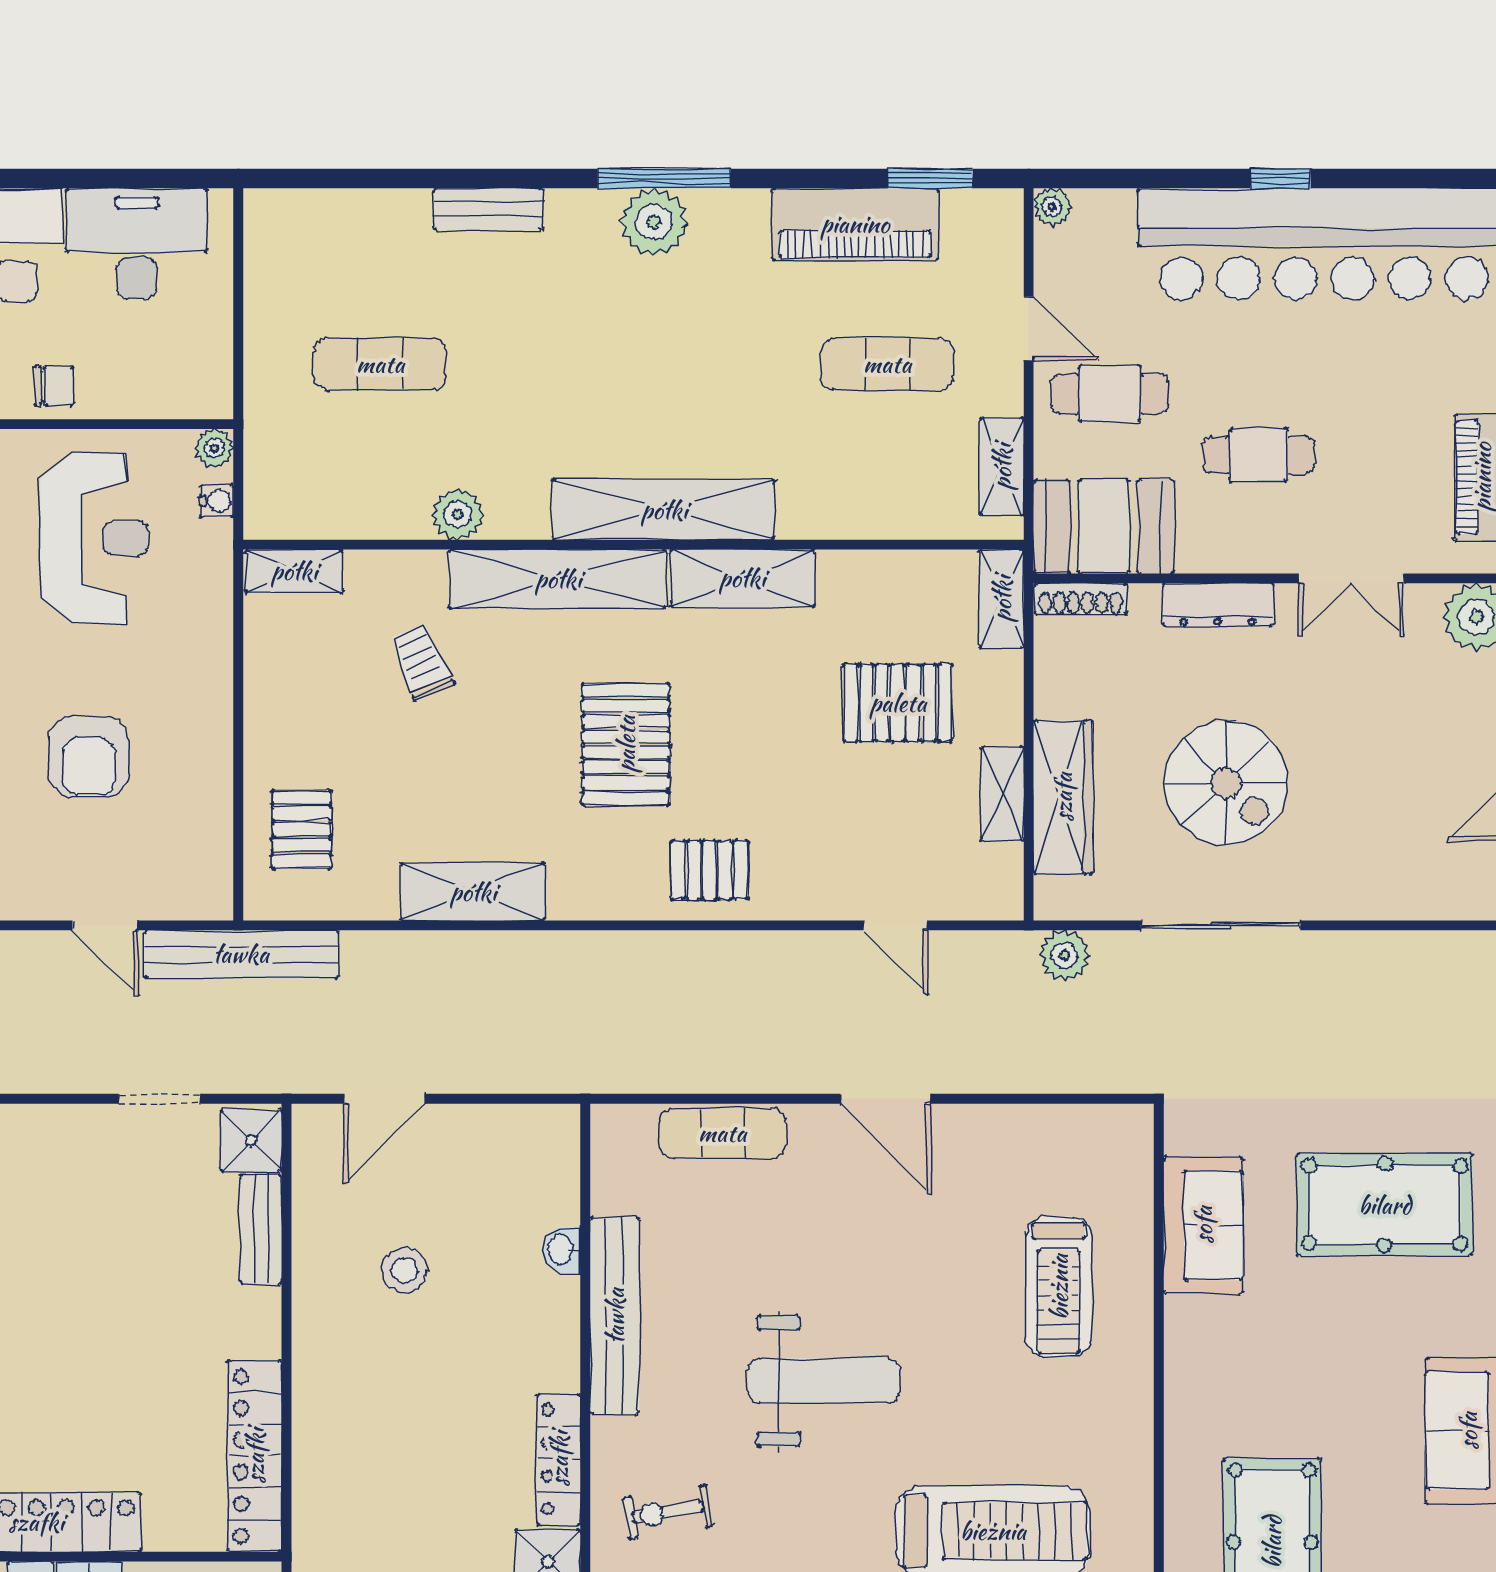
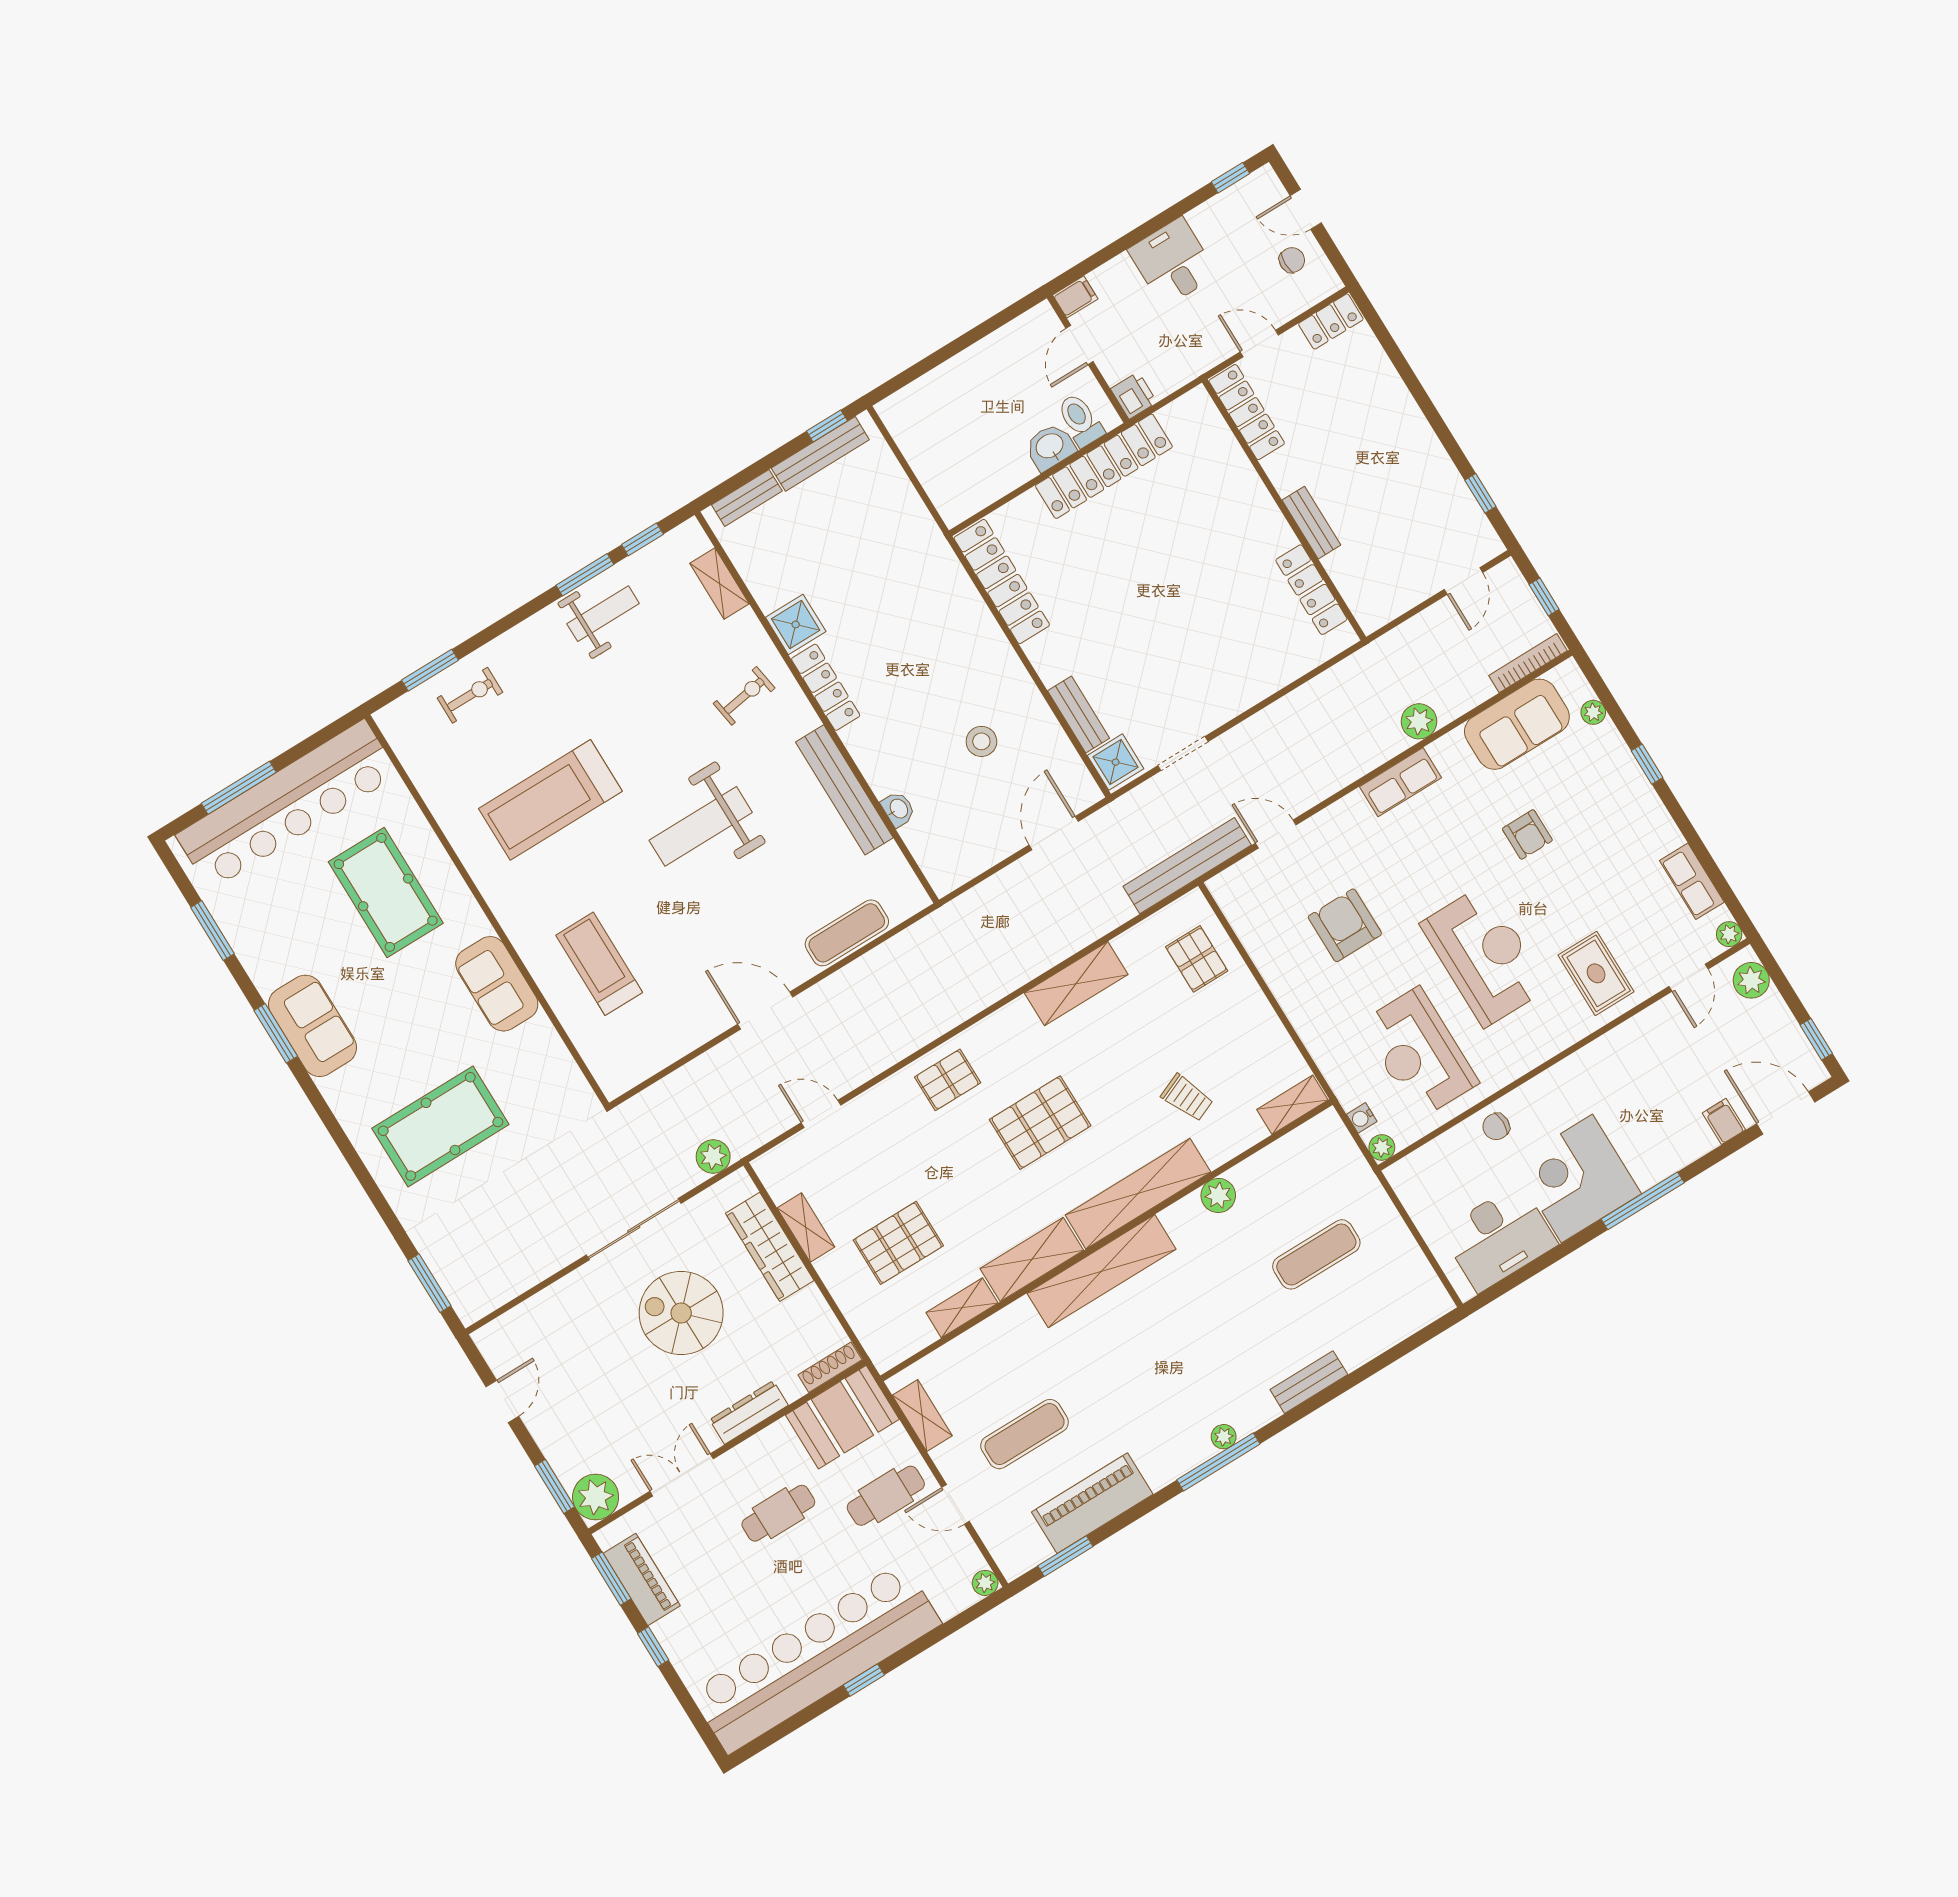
plant: (654, 222) -> (1224, 1437), width x0.53, depth x0.53
shelving: (1002, 599) -> (962, 1308), moved, turned 90
pallet: (626, 744) -> (1040, 1123), turned 90
sofa: (1203, 1225) -> (497, 984), moved

